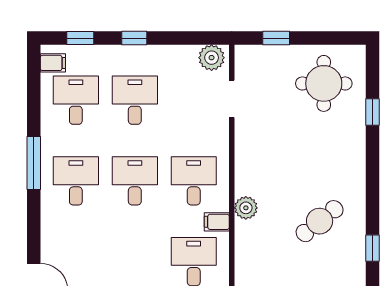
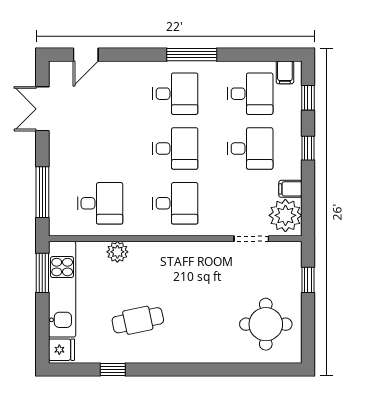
plant: (212, 58) -> (285, 215), width x1.36, depth x1.36
window: (372, 112) -> (239, 369), removed
plant: (246, 208) -> (117, 252), moved
cafe table: (320, 221) -> (138, 320), turned -63
filing cabinet: (217, 222) -> (290, 189), moved, turned -90

